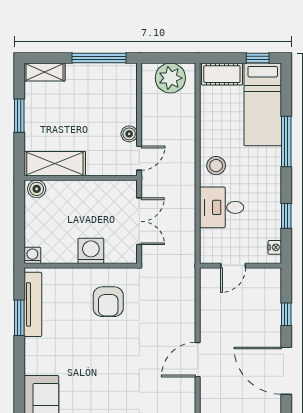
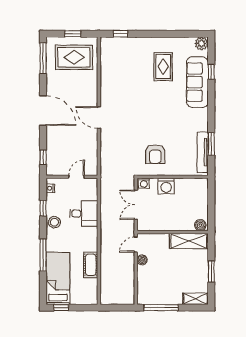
cot: (222, 74) -> (91, 265), moved, turned 90
plant: (170, 78) -> (116, 295), removed
stool: (216, 166) -> (54, 222), moved
washing machine: (32, 255) -> (144, 183), moved
armchair: (108, 302) -> (155, 154), turned 180
window: (286, 314) -> (43, 157), moved
door: (198, 360) -> (99, 118), swing flipped

